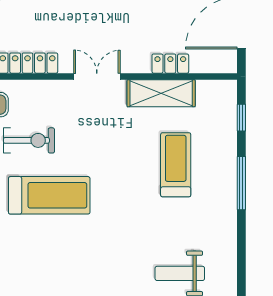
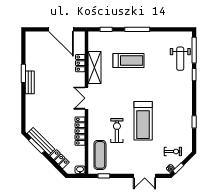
treadmill: (176, 165) -> (129, 61), turned 180
treadmill: (49, 195) -> (143, 121), turned 180

